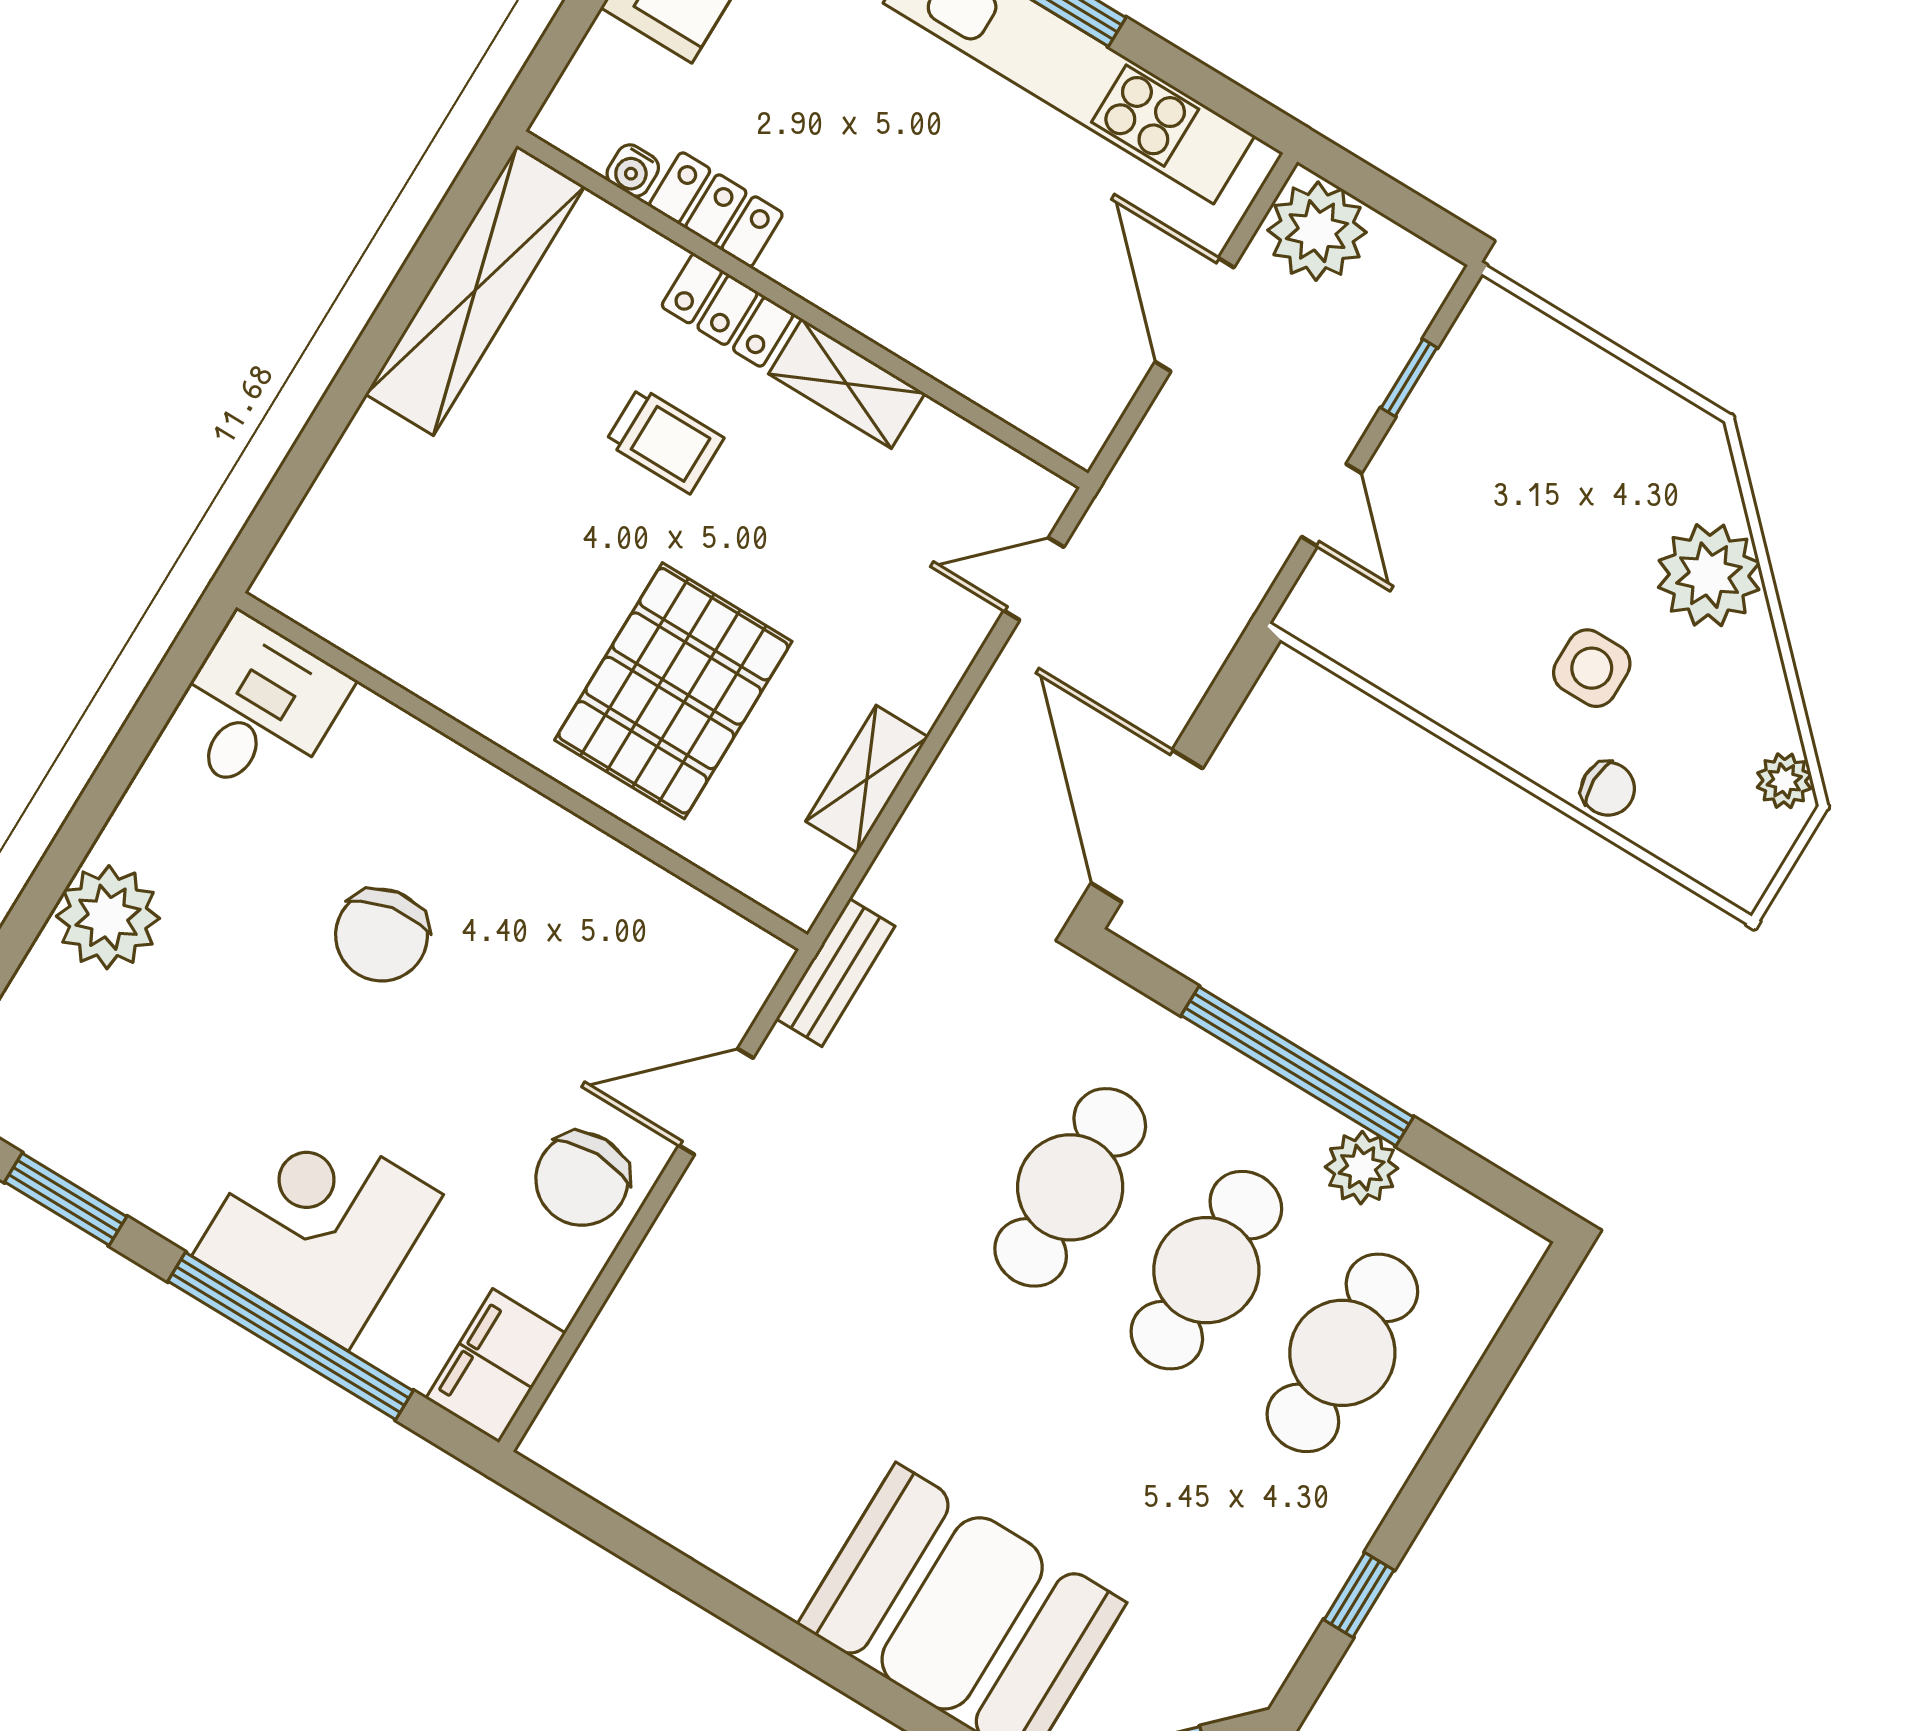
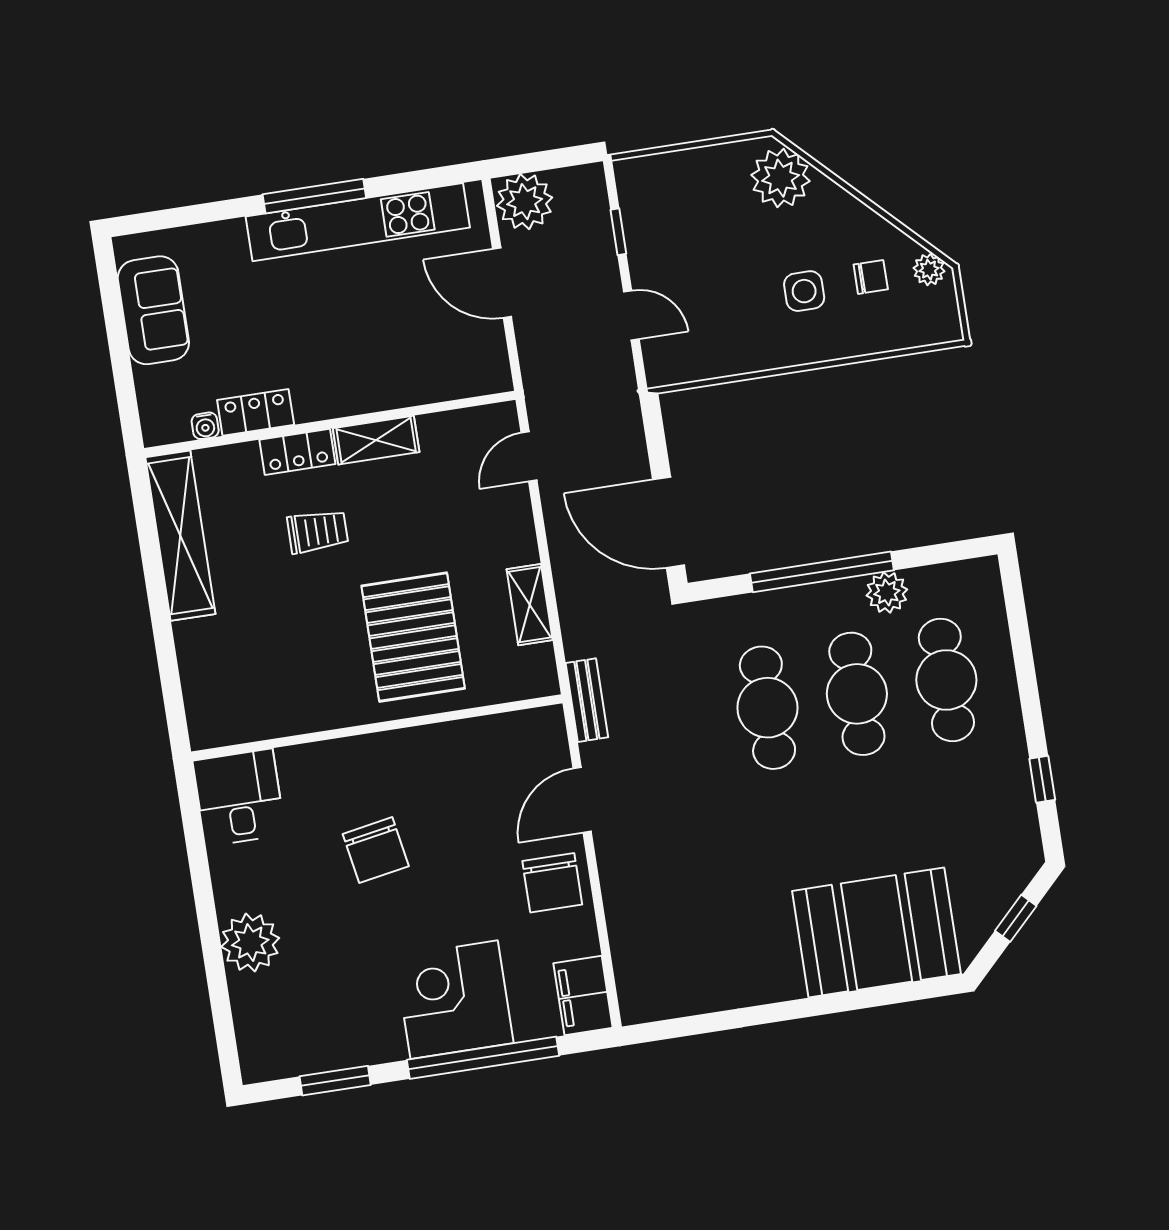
plant: (1709, 575) -> (781, 178), moved
chair: (1608, 789) -> (871, 277), moved

